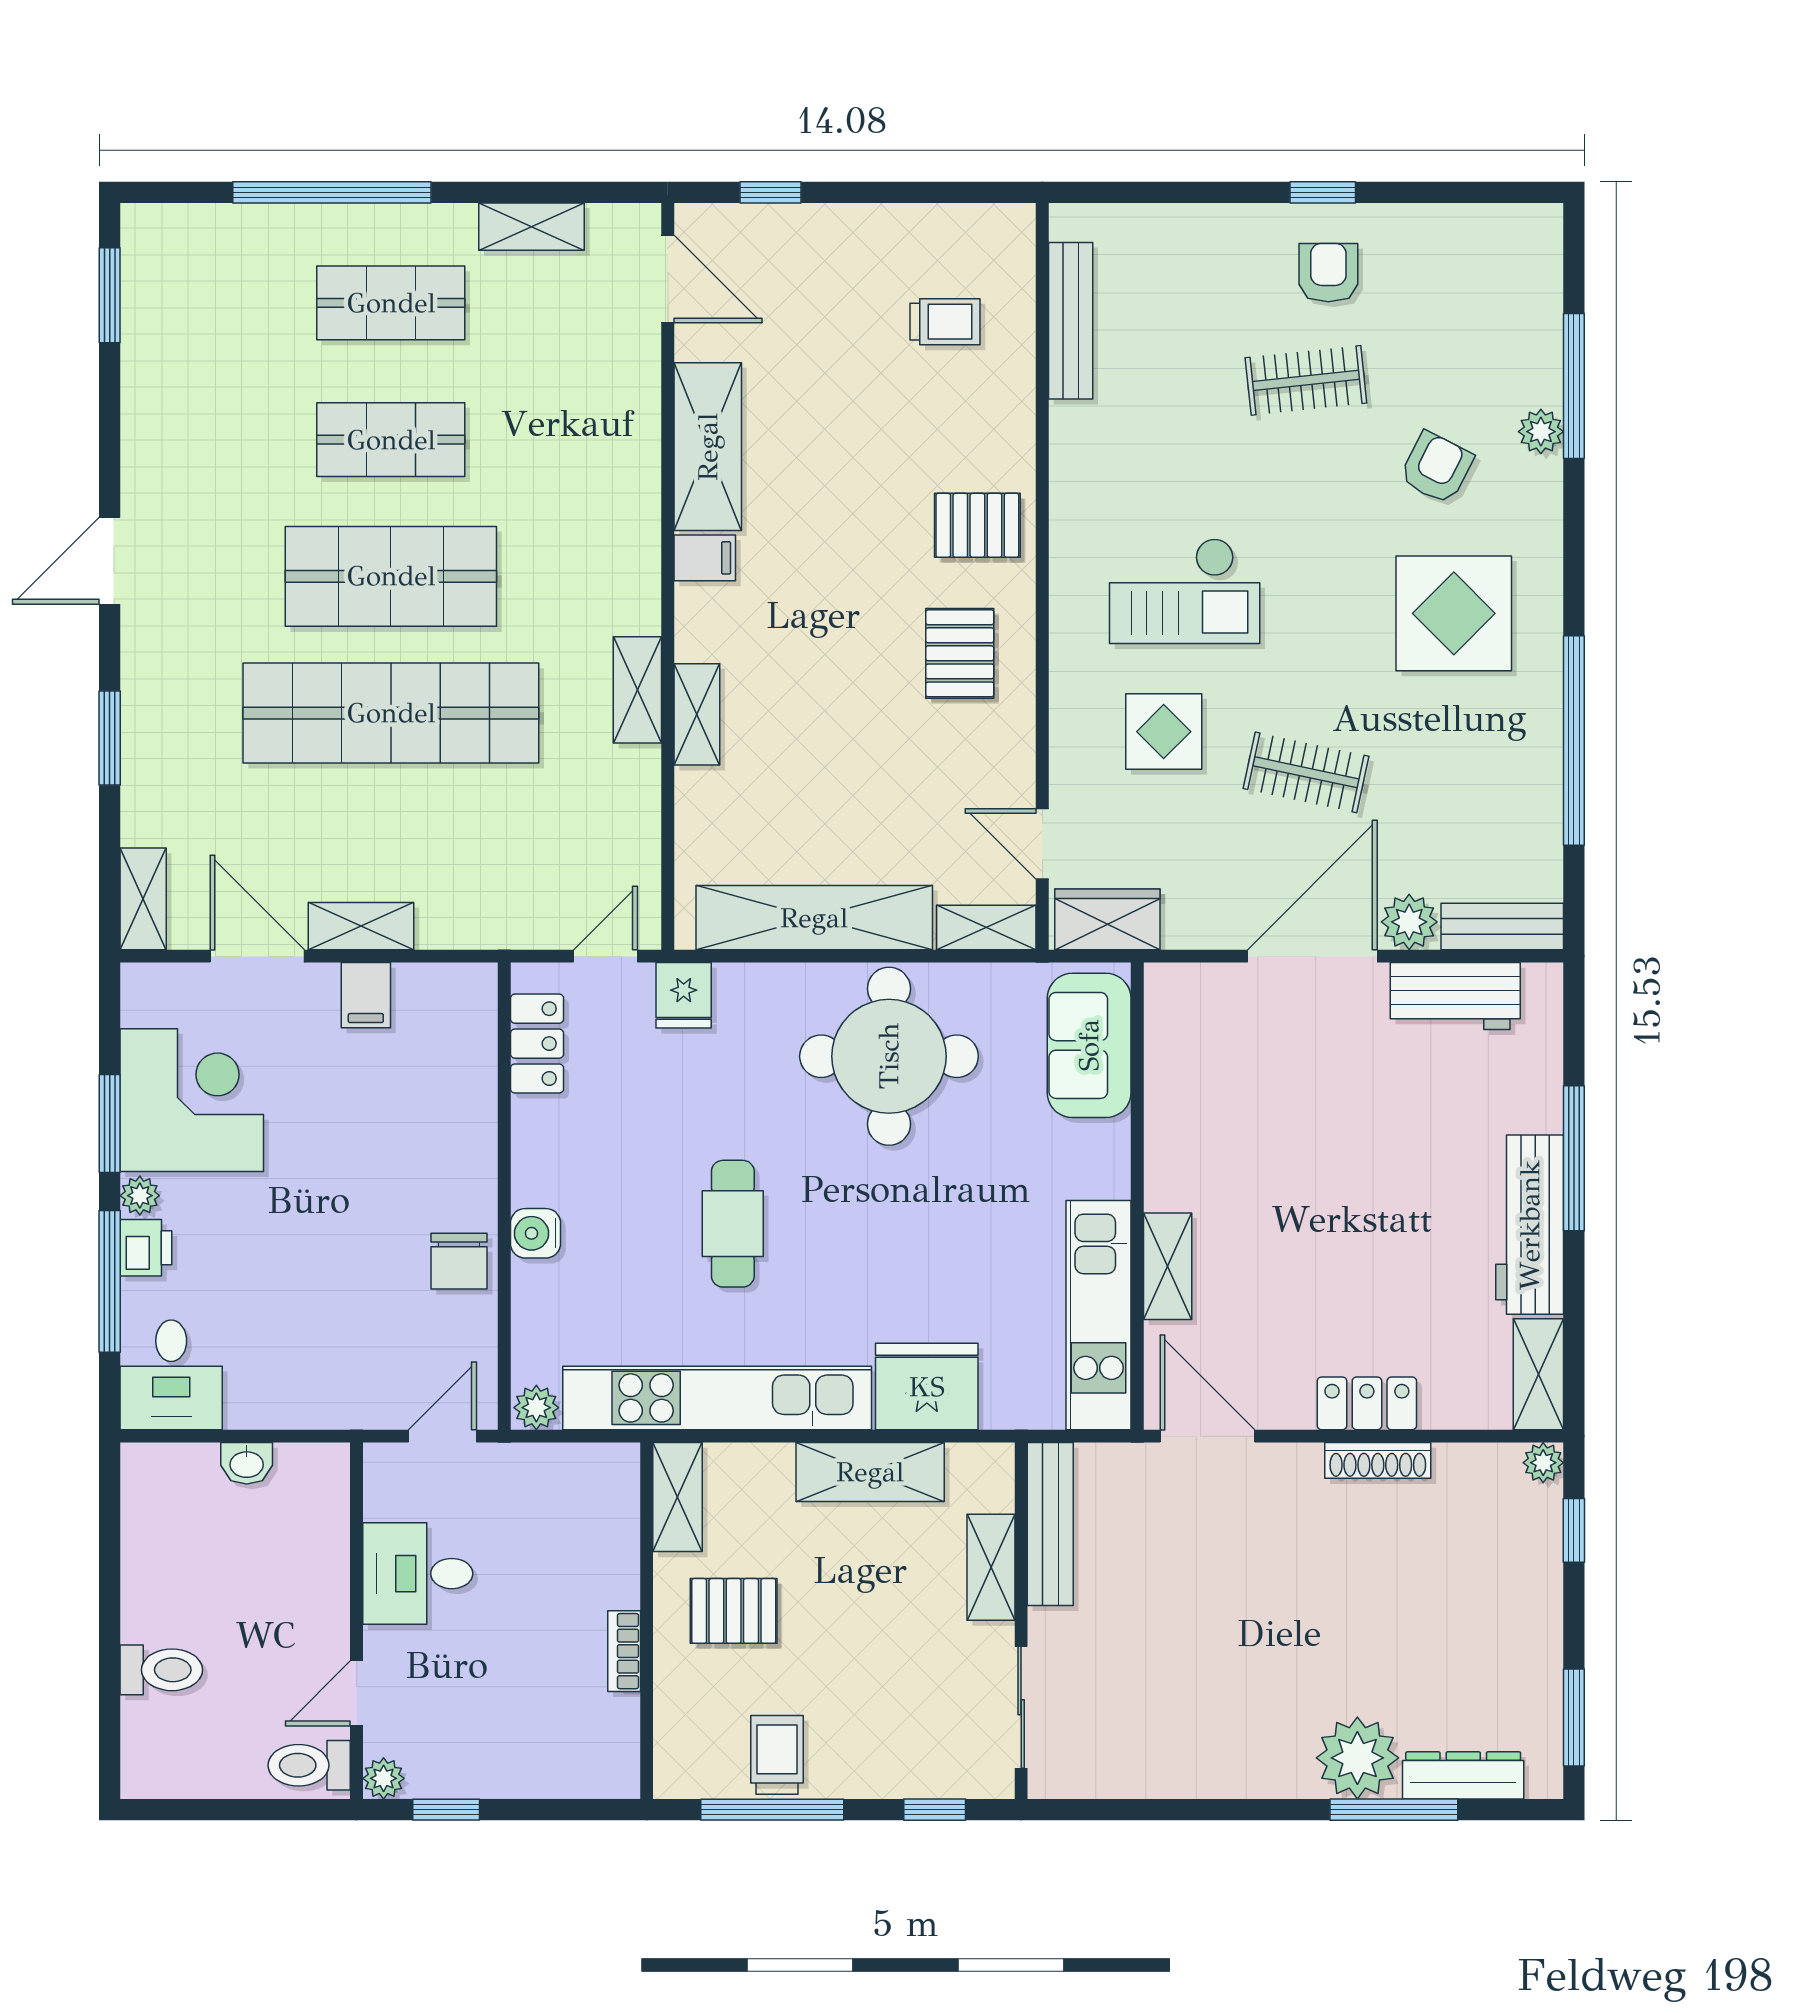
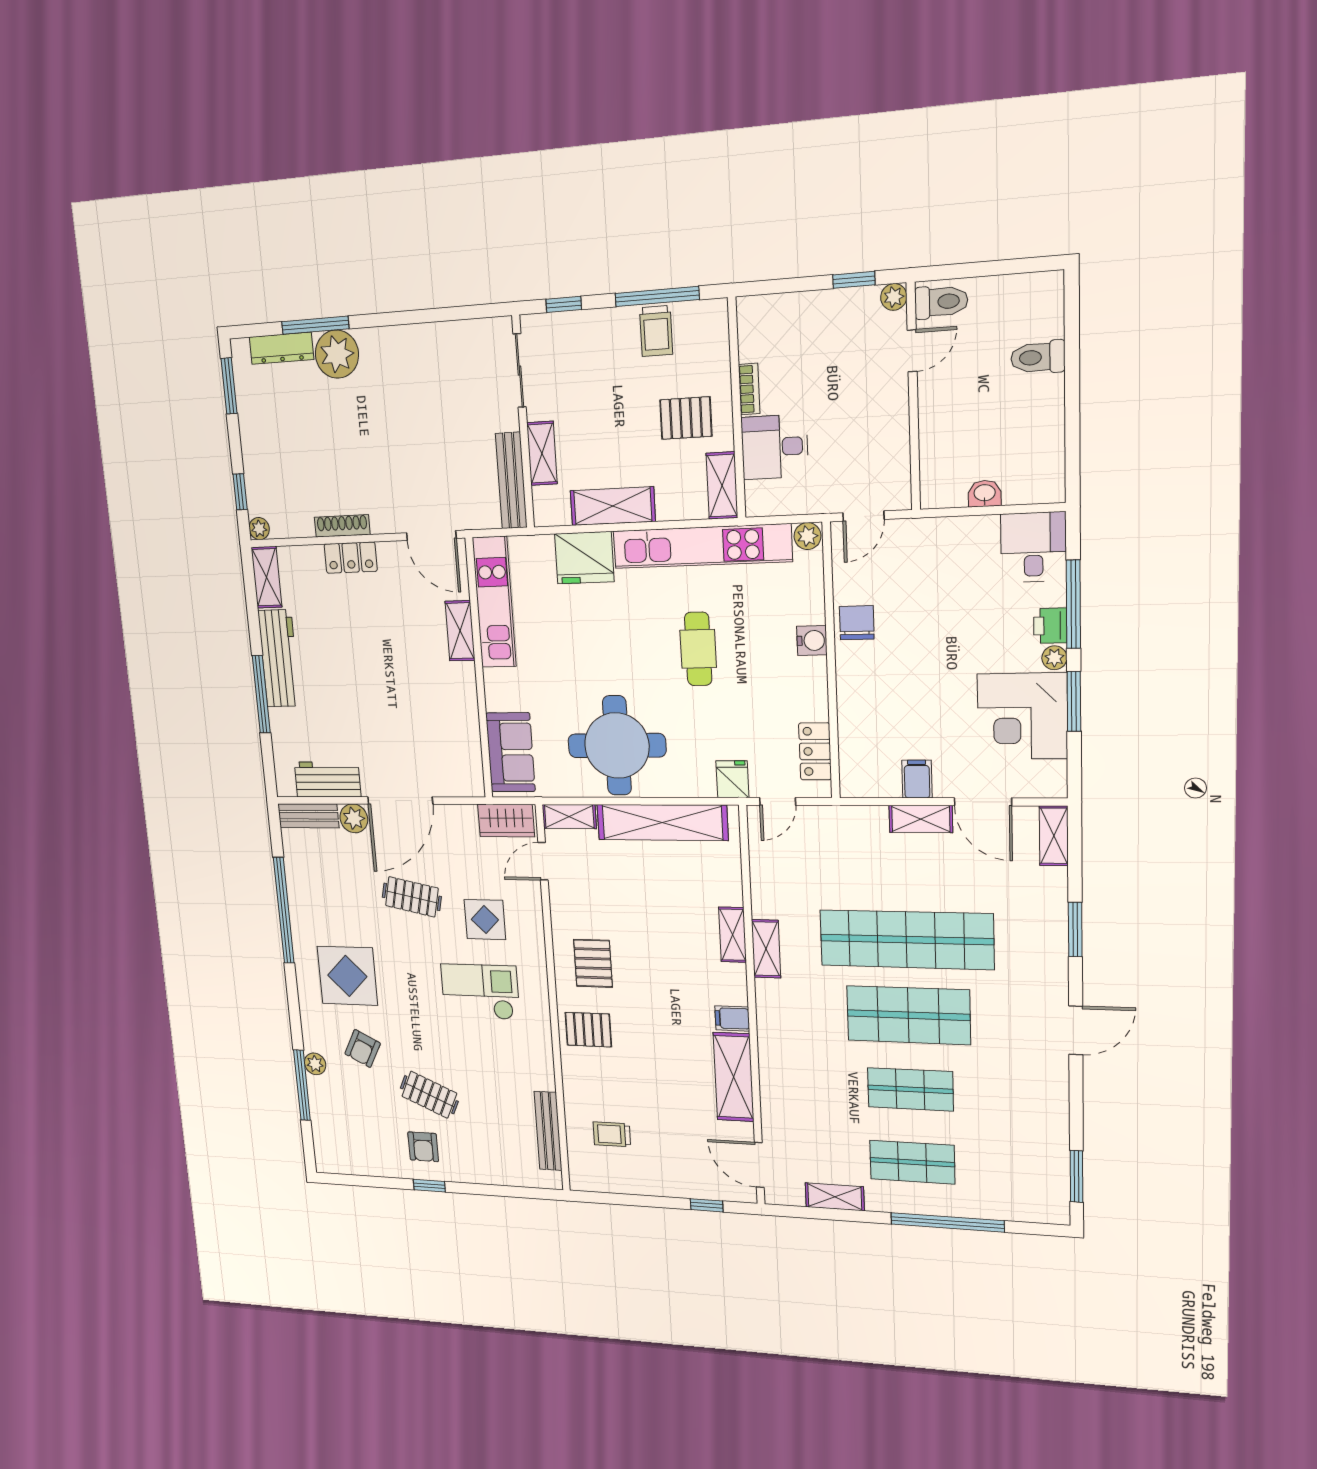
clothes rail: (1306, 380) -> (429, 1095), turned 30
door: (1042, 844) -> (543, 861), swing flipped
desk: (418, 1574) -> (775, 447), moved, turned 180

